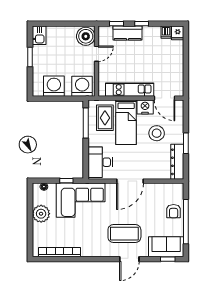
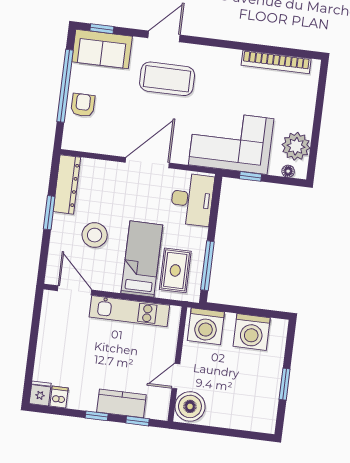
kitchen sink: (39, 35) -> (265, 418), removed
nightstand: (145, 107) -> (108, 280), removed
plant: (41, 214) -> (296, 146), moved

